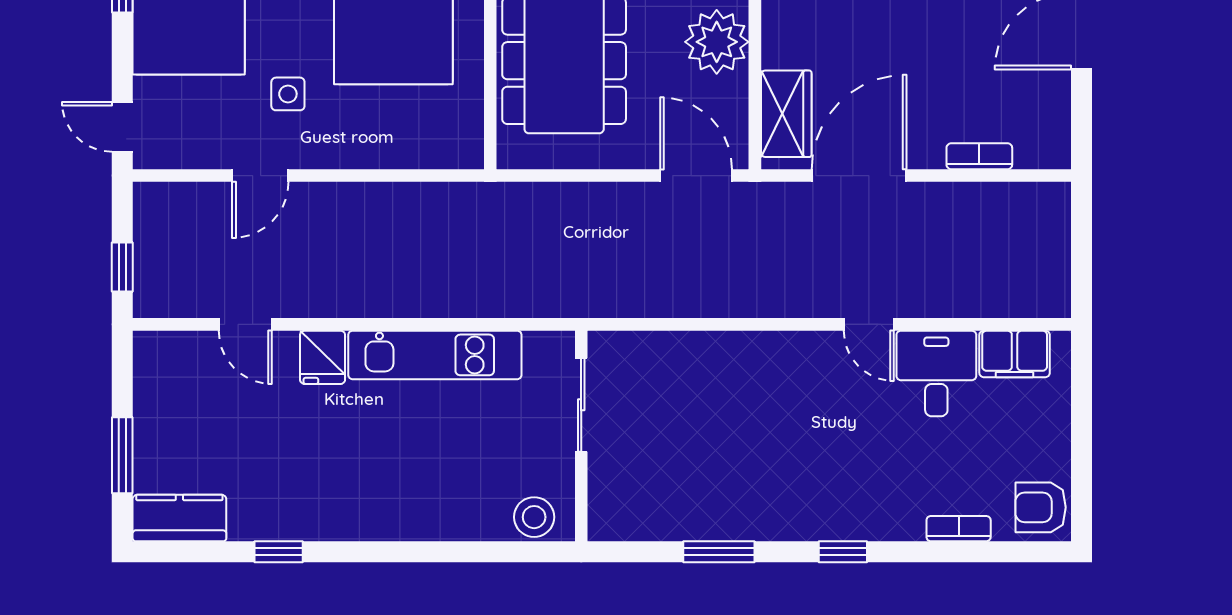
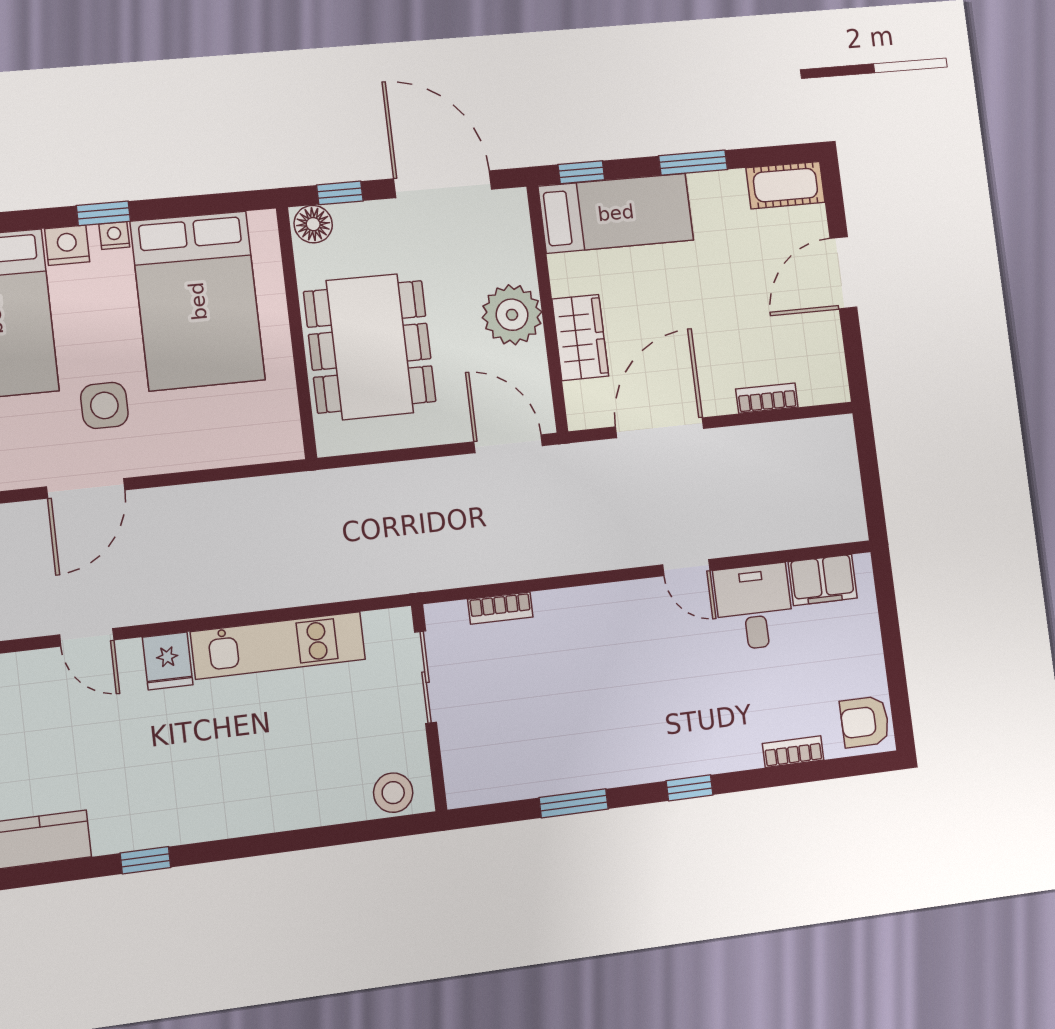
side table: (288, 94) -> (104, 405), width x1.37, depth x1.37
wardrobe: (786, 114) -> (580, 337), moved
door: (260, 176) -> (86, 488), width x1.38
bookcase: (667, 344) -> (500, 608), added

